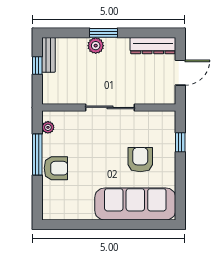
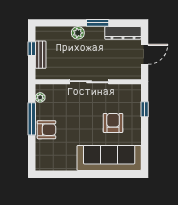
window: (104, 33) -> (98, 23), moved
bench: (48, 55) -> (41, 55), moved

